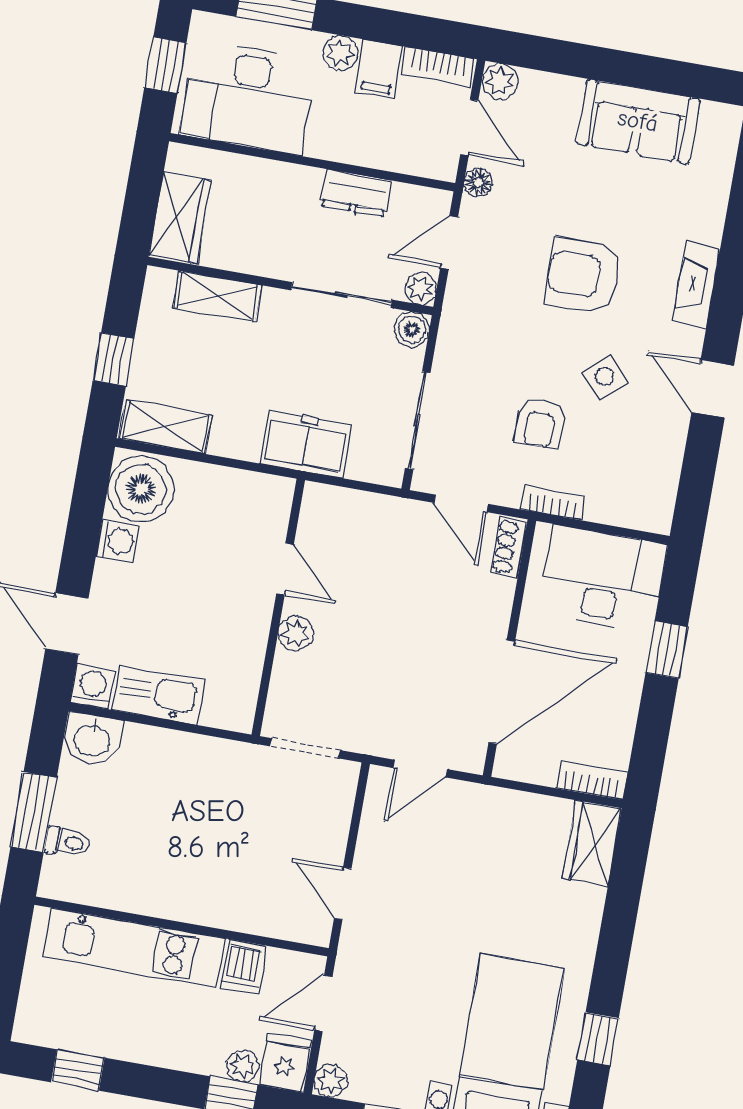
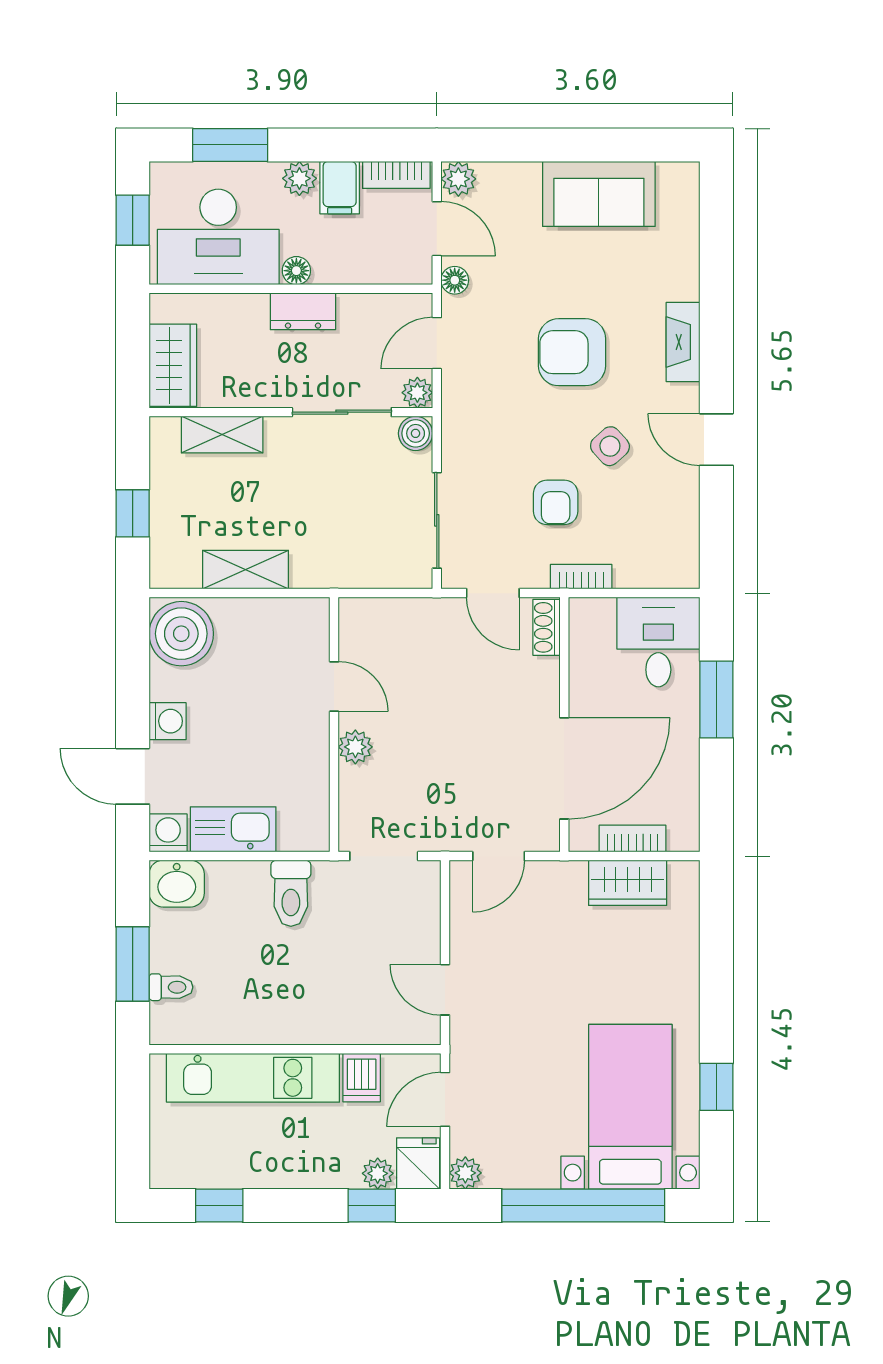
floor lamp: (321, 145) -> (296, 271), added
dresser: (355, 193) -> (303, 311), moved
shelving: (165, 427) -> (246, 570), moved
freezer: (306, 444) -> (333, 562), removed
washing machine: (118, 541) -> (168, 721), moved
desk: (603, 579) -> (658, 642), width x0.73
window: (667, 650) -> (716, 699), width x1.50
toilet: (205, 769) -> (291, 893), added
bookcase: (592, 781) -> (633, 839), moved
wardrobe: (592, 844) -> (628, 883), moved, turned -90

